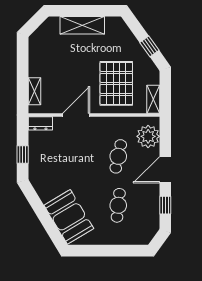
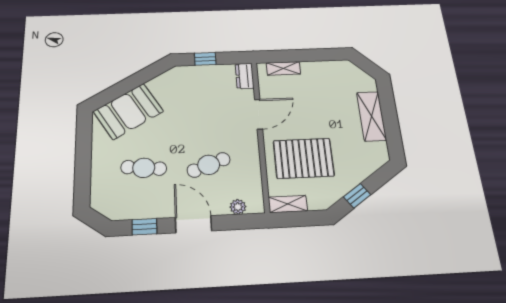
door: (76, 115) -> (259, 114), hinge flipped
plant: (148, 136) -> (238, 207), width x0.53, depth x0.53
cafe table: (118, 156) -> (209, 165), turned -33

